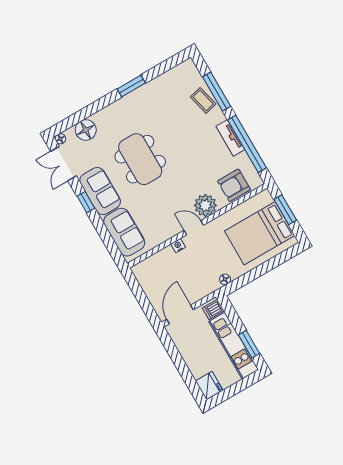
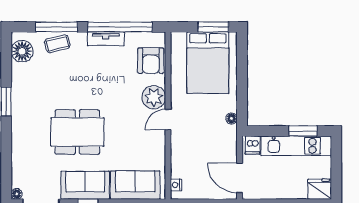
floor lamp: (86, 130) -> (22, 51), moved
window: (285, 210) -> (213, 27), moved
nightstand: (178, 246) -> (176, 185), moved

